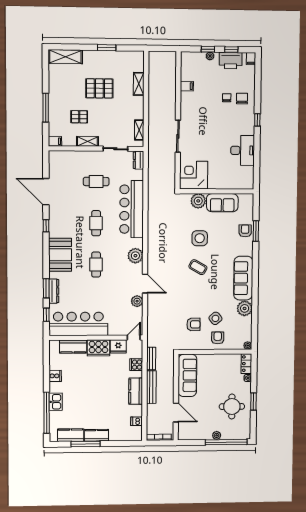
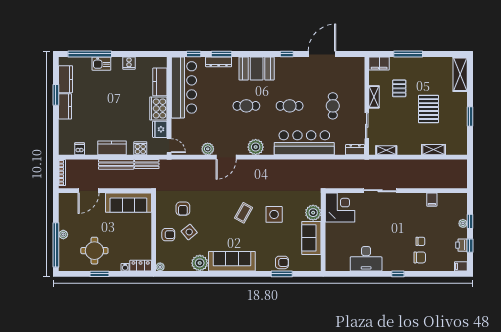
printer: (231, 60) -> (461, 245), width x0.53, depth x0.68
filing cabinet: (55, 141) -> (379, 63), width x2.00
window: (85, 444) -> (56, 95), width x0.69

